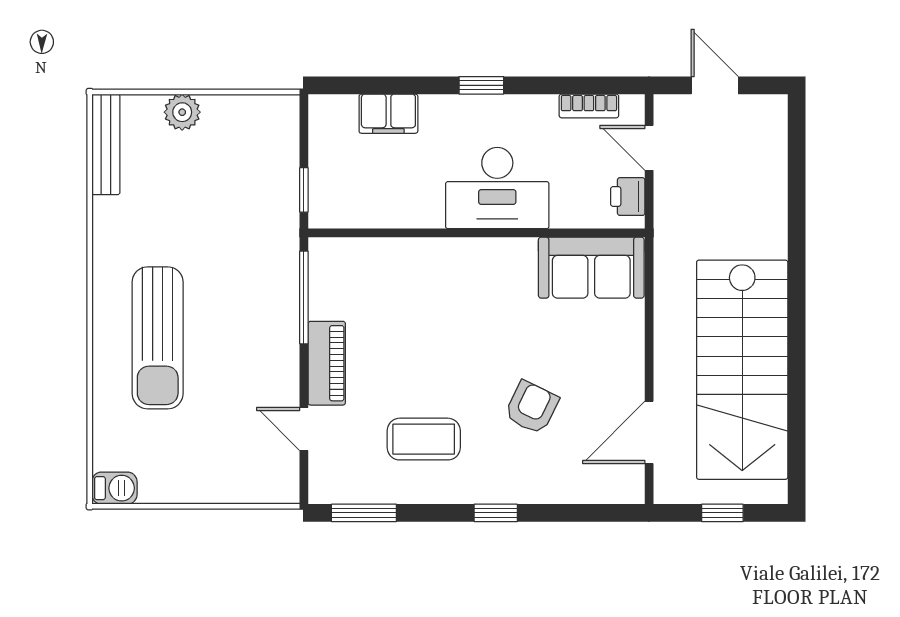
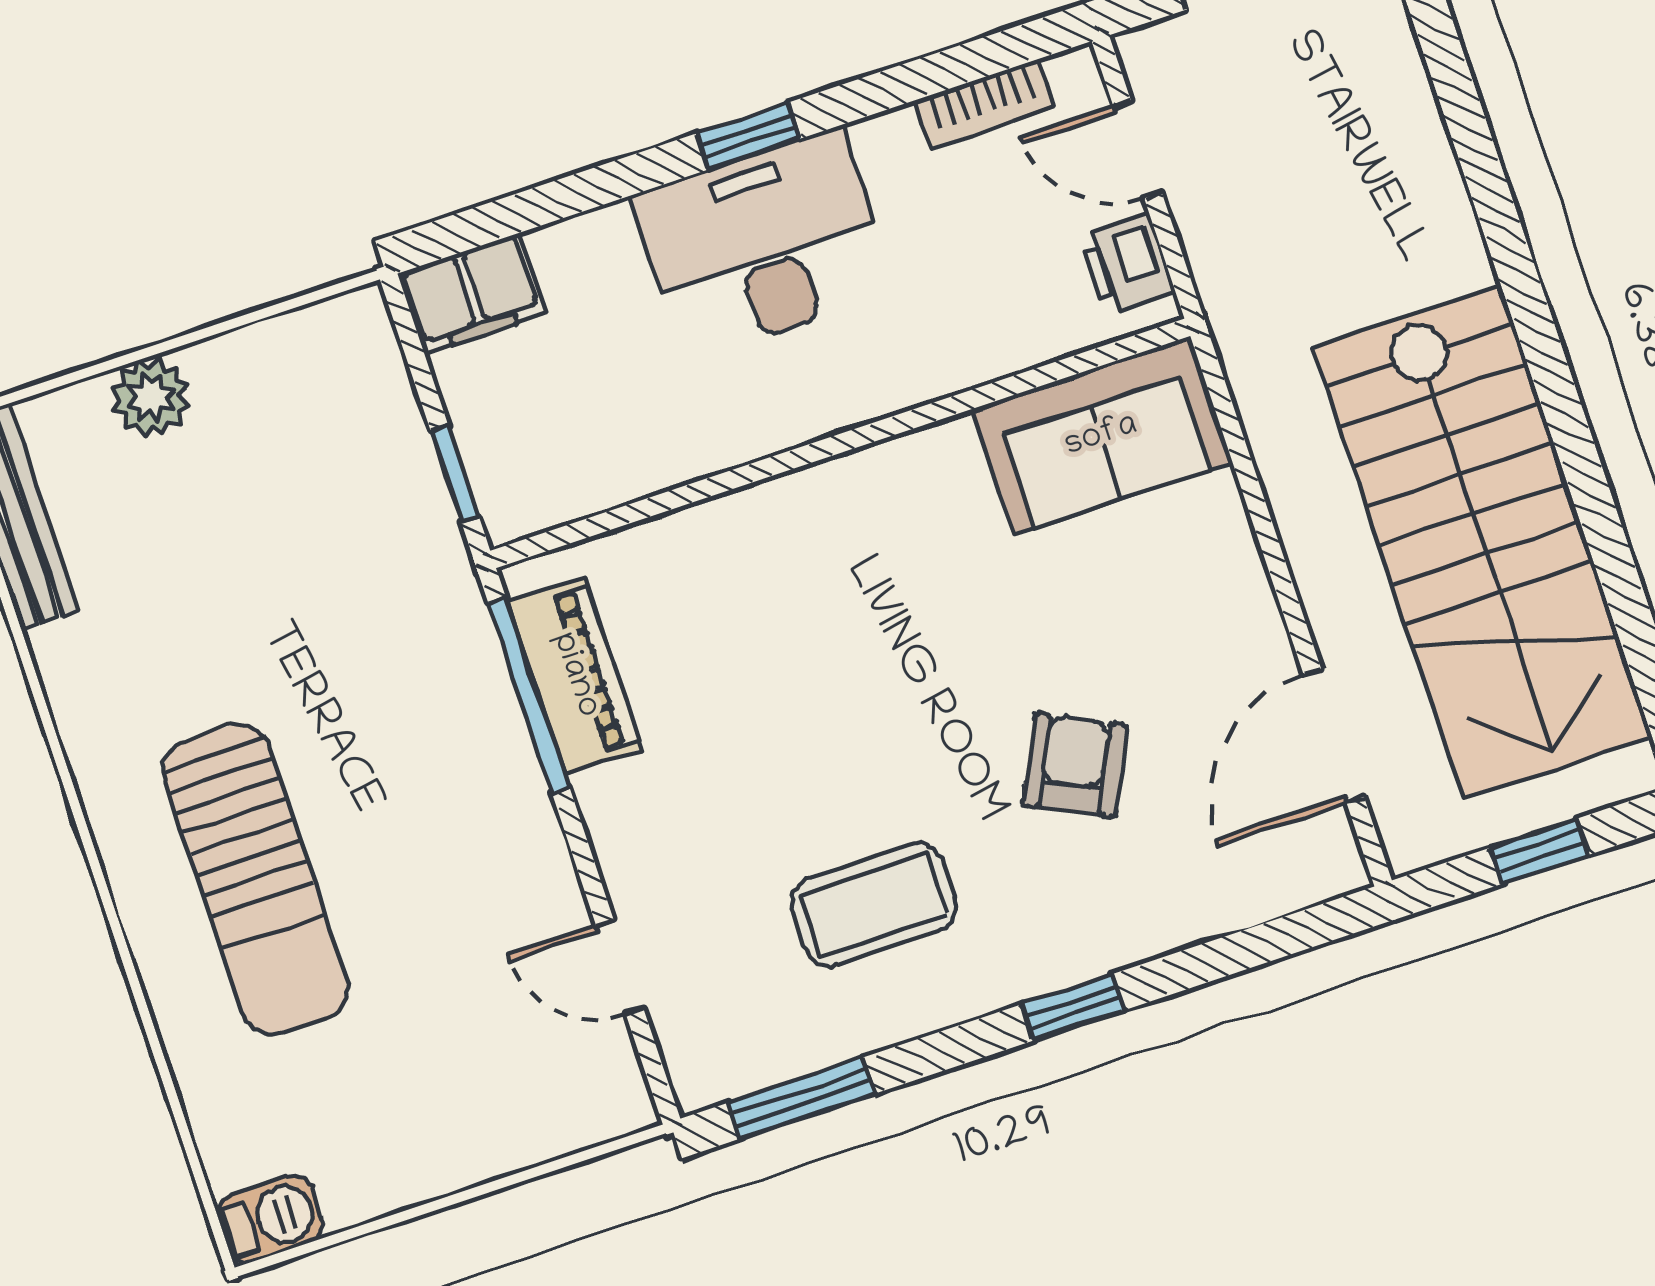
filing cabinet: (388, 114) -> (471, 294), moved
desk: (497, 188) -> (764, 244), moved, turned 180
piano: (327, 363) -> (575, 675), moved

